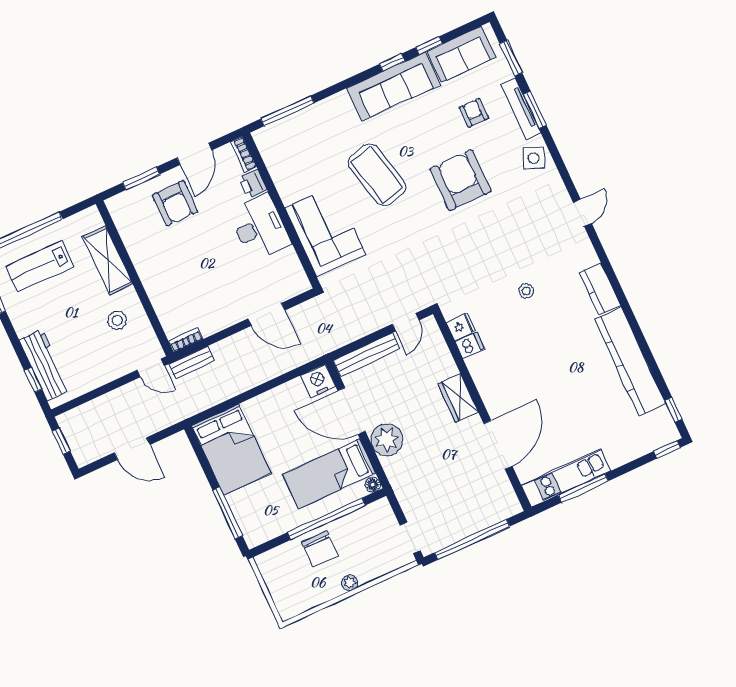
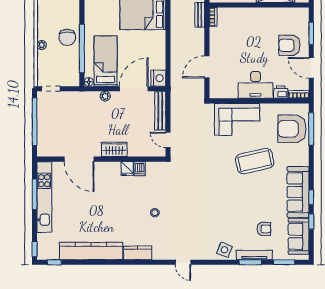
armchair: (461, 180) -> (292, 129), moved, turned 180
fridge: (461, 327) -> (127, 169), moved
plant: (387, 440) -> (105, 96), width x0.53, depth x0.53
kitchen unit: (566, 478) -> (44, 197), width x1.36
chair: (320, 549) -> (67, 37), turned -90

